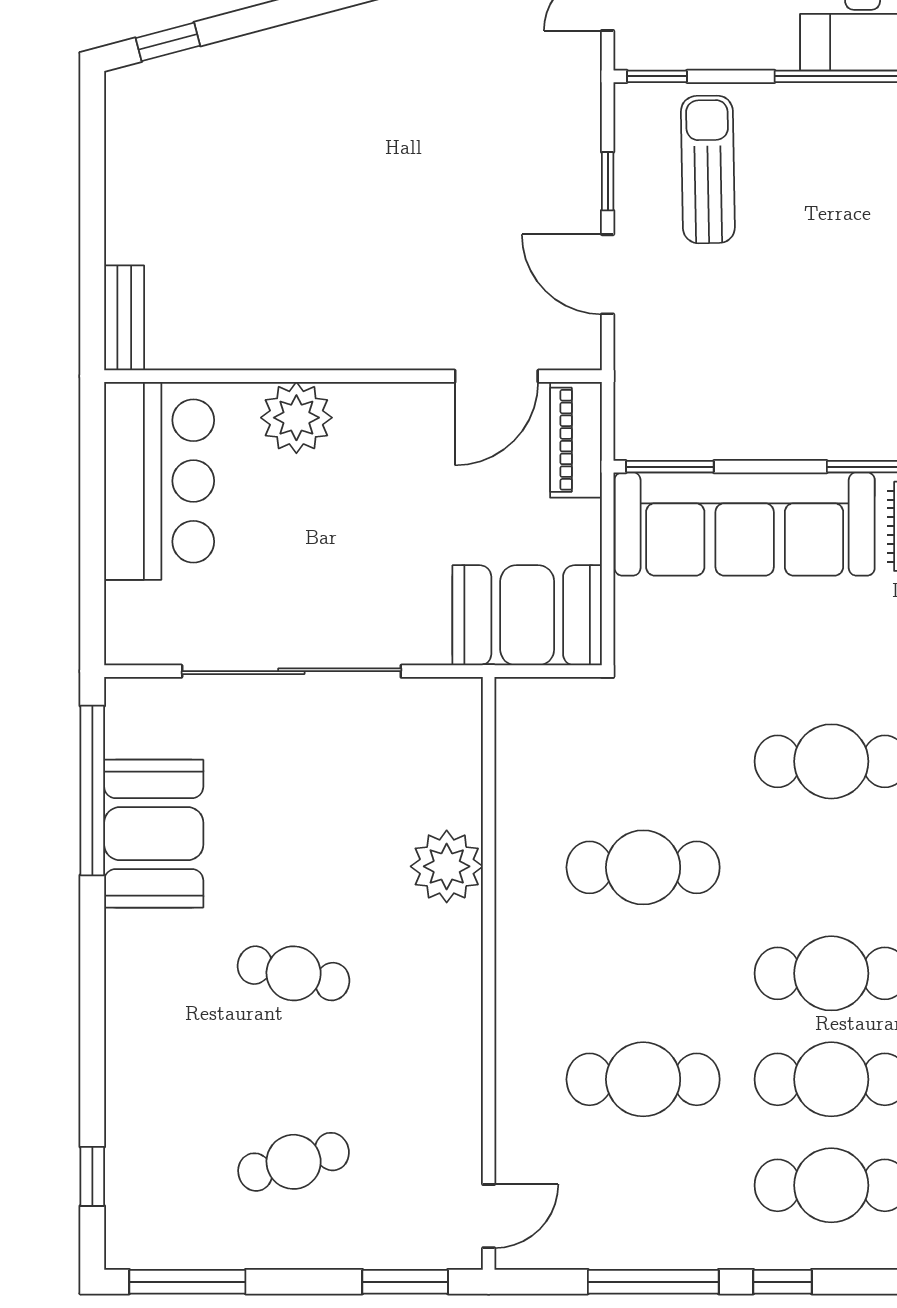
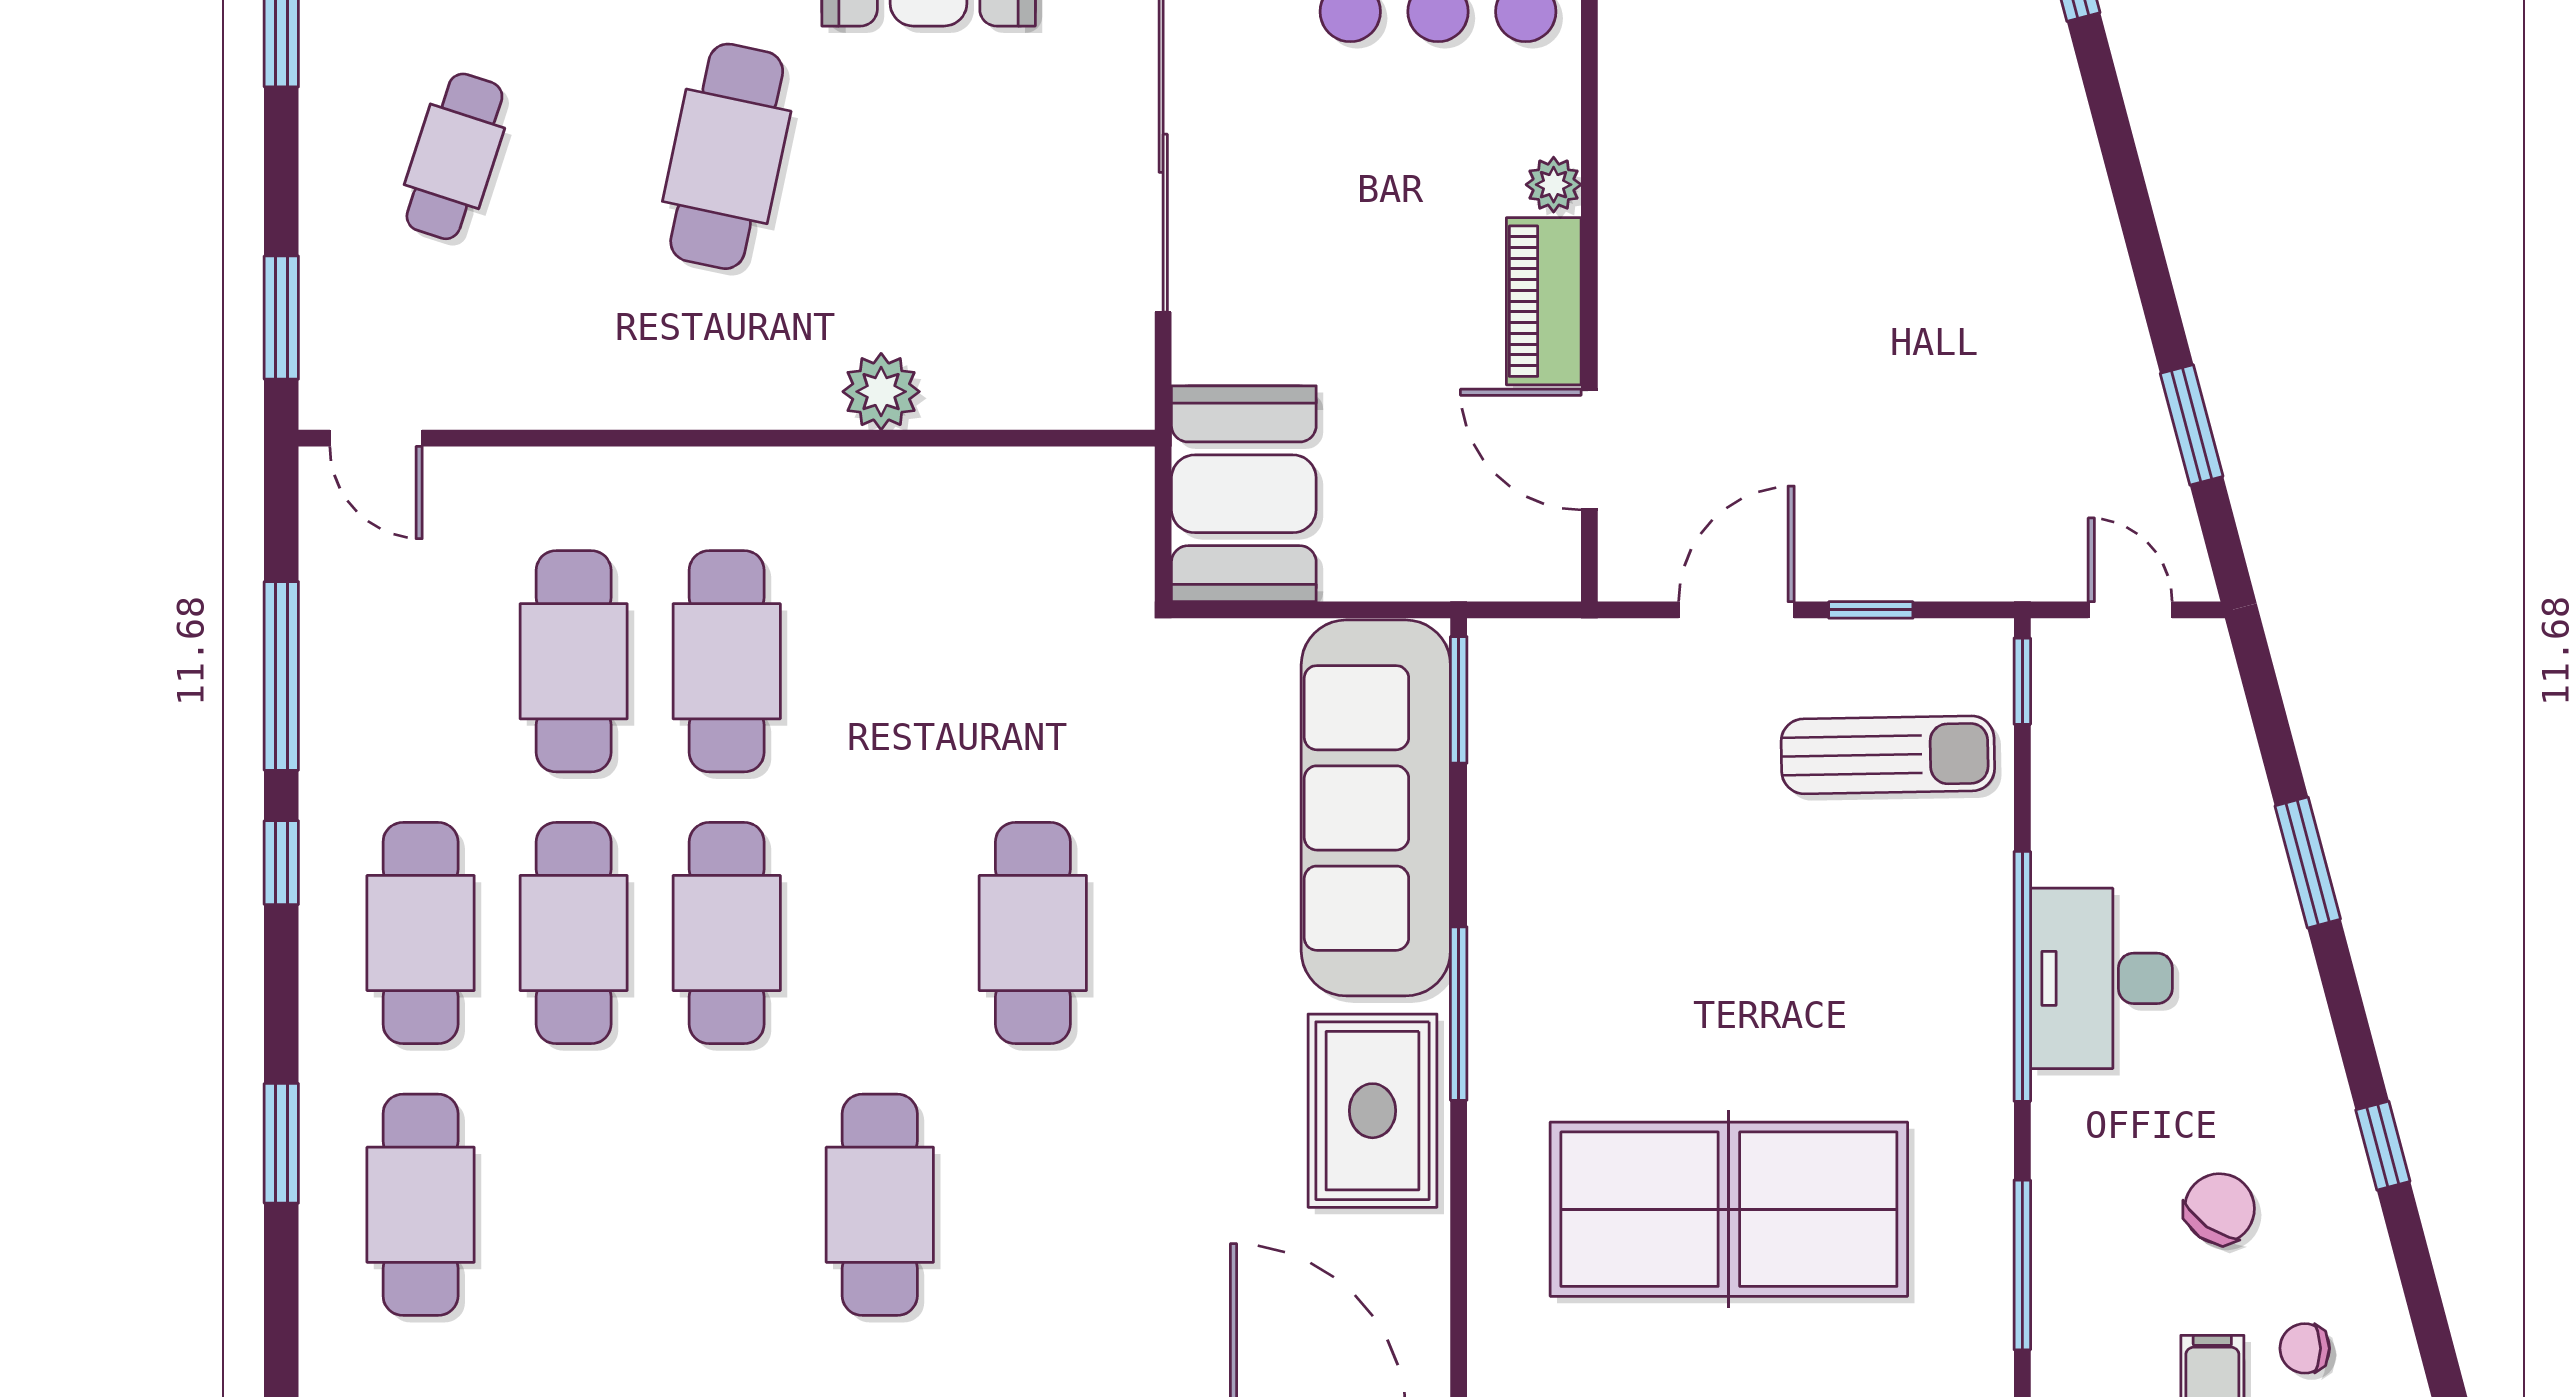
plant: (296, 418) -> (1554, 185), width x0.53, depth x0.53
piano: (576, 440) -> (1544, 301), moved, turned -90
plant: (447, 866) -> (881, 392), width x0.73, depth x0.73
cafe table: (643, 867) -> (727, 661), moved
cafe table: (294, 973) -> (727, 156), width x1.37, depth x1.35
cafe table: (294, 1162) -> (454, 156), turned 33

